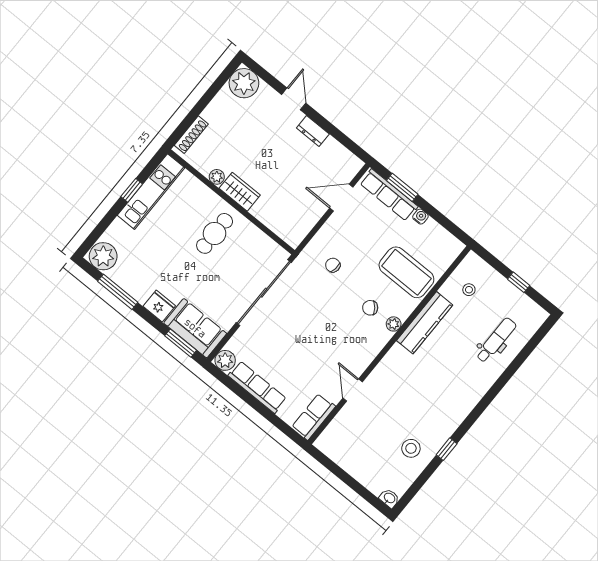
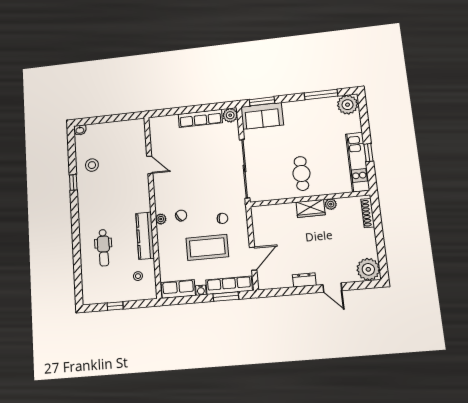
coffee table: (406, 272) -> (207, 247), moved
fridge: (159, 306) -> (292, 109), removed
dental chair: (496, 340) -> (103, 248), moved
row of seats: (313, 417) -> (178, 289), moved, turned -90

